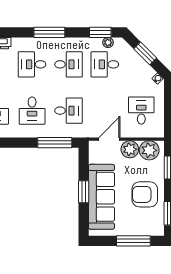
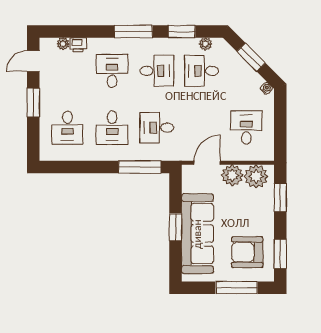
window: (100, 32) -> (182, 32), moved
desk: (32, 64) -> (112, 71), turned 90
desk: (68, 111) -> (157, 128), turned 180
armchair: (145, 194) -> (247, 252), moved

